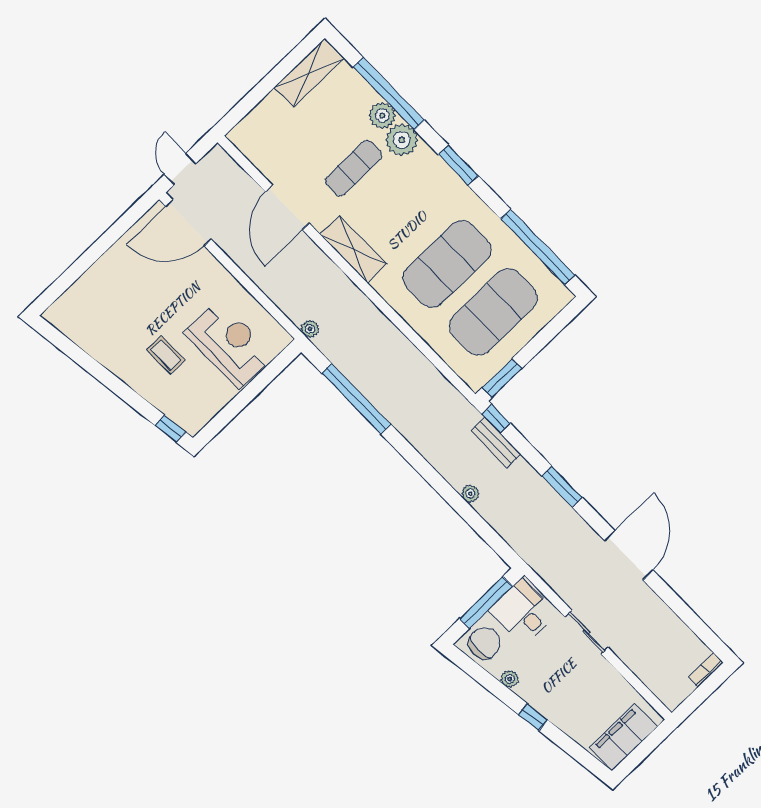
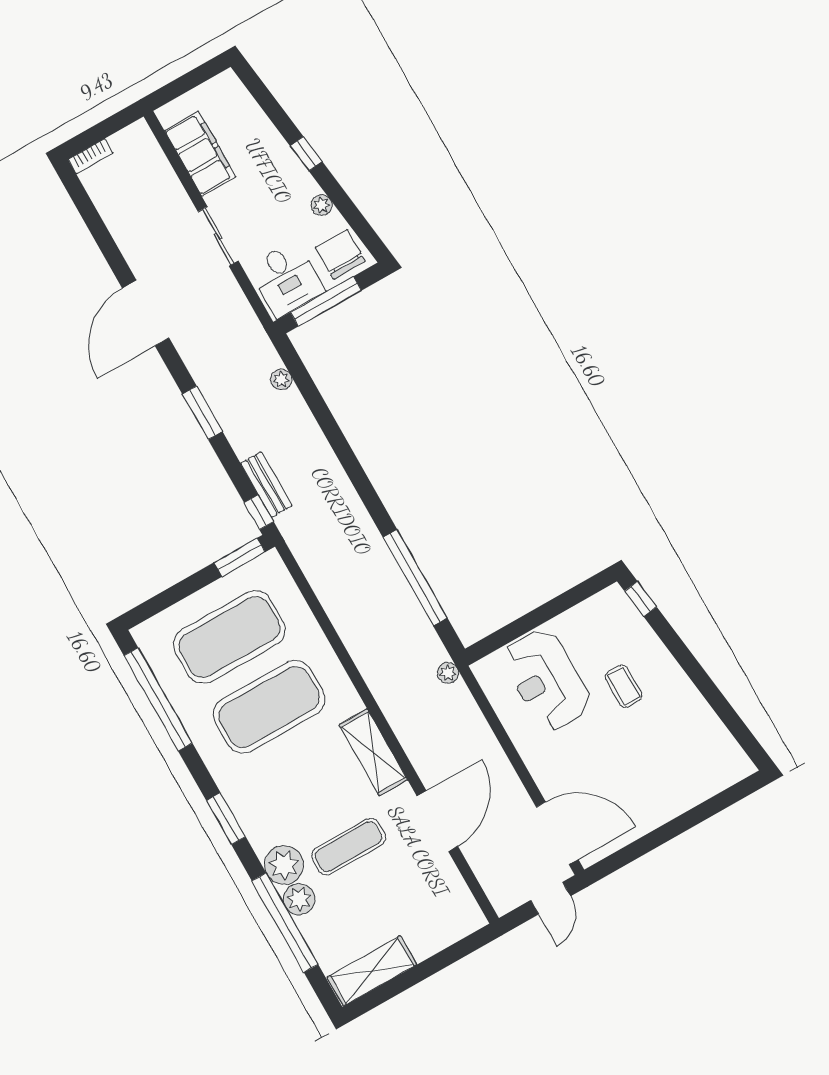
plant: (470, 494) -> (281, 379), moved
chair: (484, 643) -> (340, 254), turned 90
filing cabinet: (624, 737) -> (200, 154), moved, turned -90

